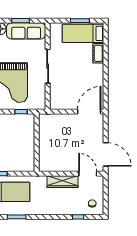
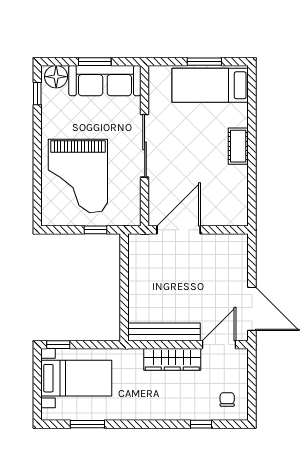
cot: (98, 53) -> (238, 146), moved
door: (89, 112) -> (179, 230), moved
bench: (58, 167) -> (164, 332), added
door: (88, 174) -> (219, 345), hinge flipped

